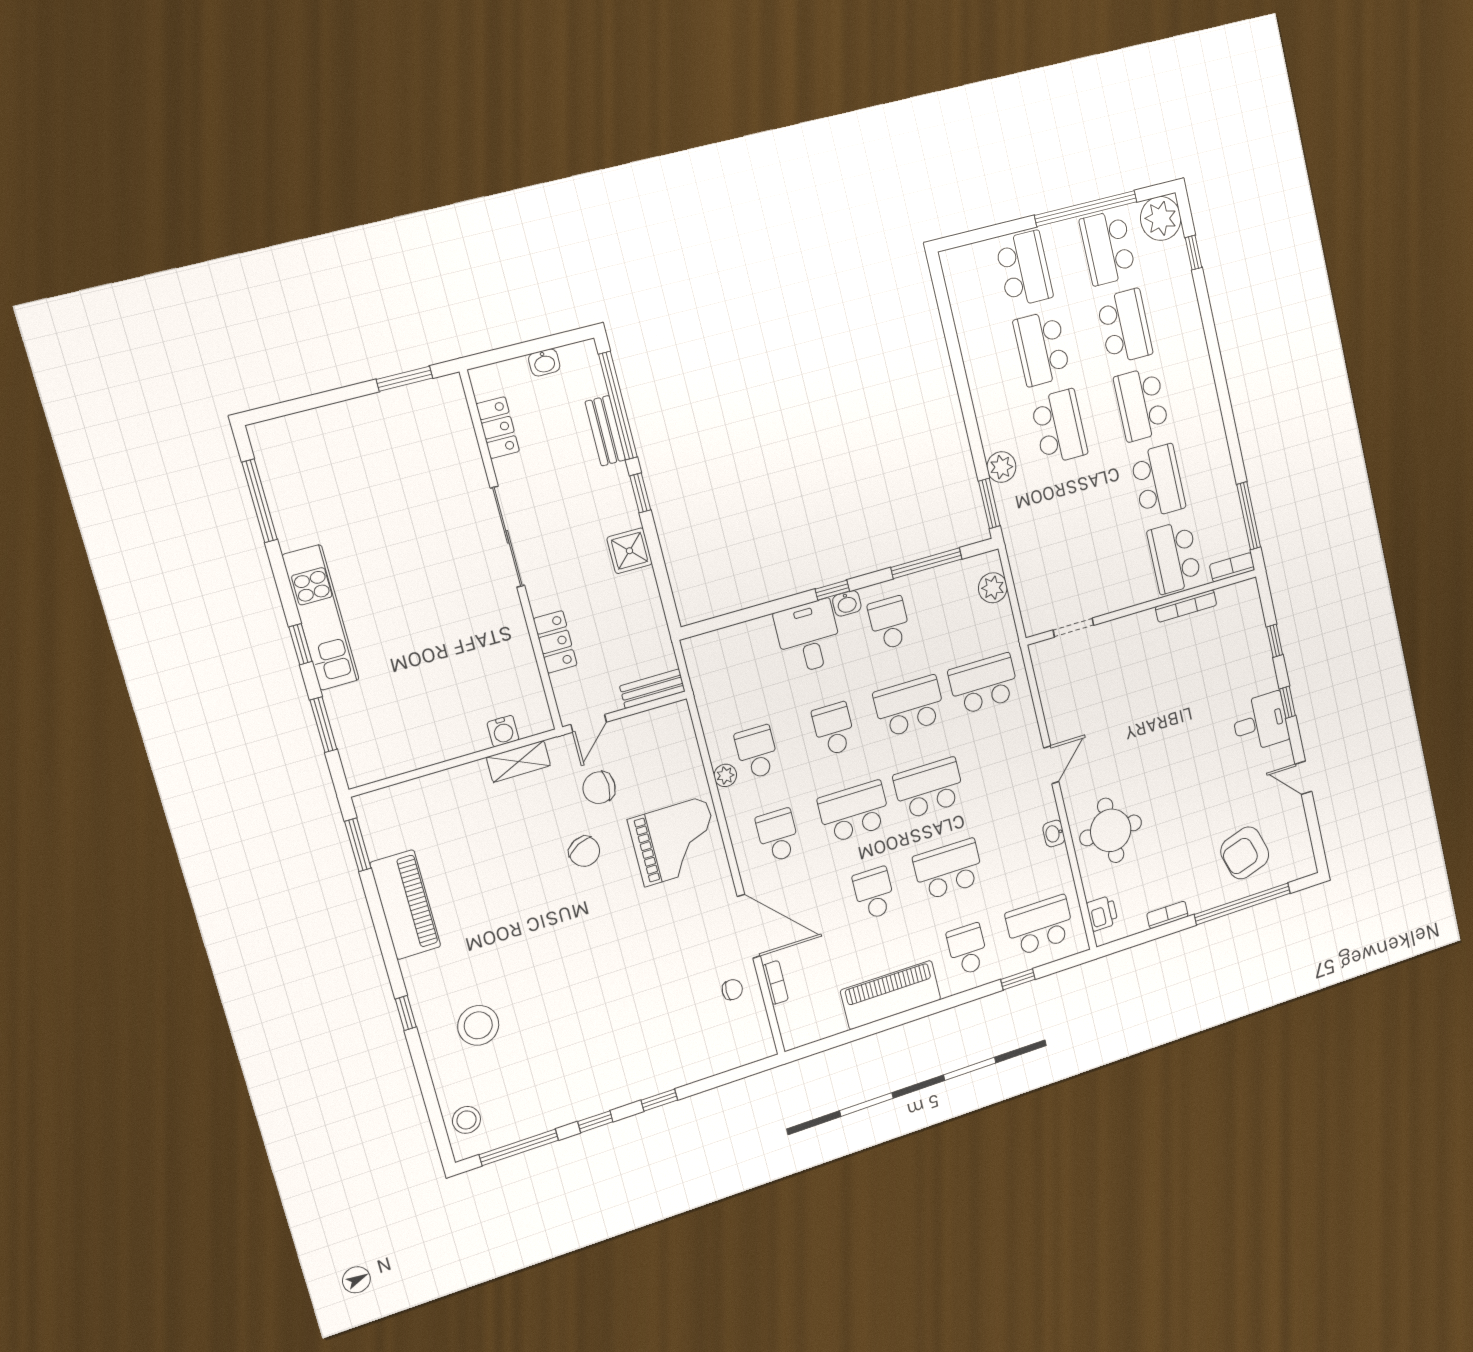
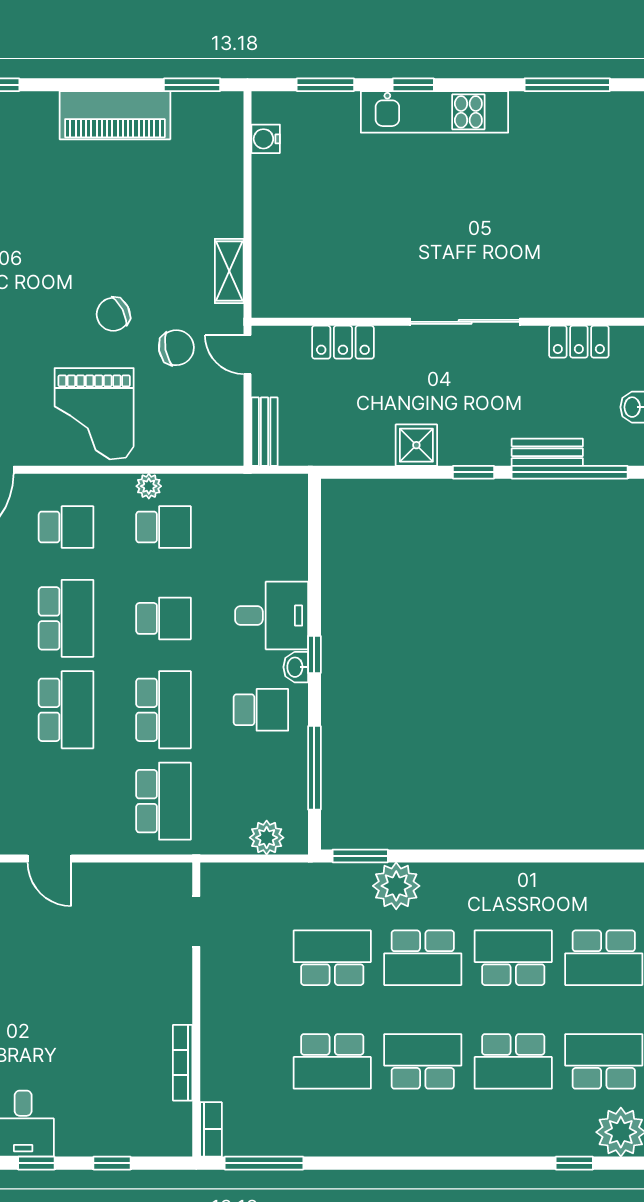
plant: (1001, 467) -> (396, 886), width x1.36, depth x1.36
school desk: (1174, 557) -> (332, 958), moved
water cooler: (503, 731) -> (266, 139), moved
chair: (599, 788) -> (176, 348), turned 80

